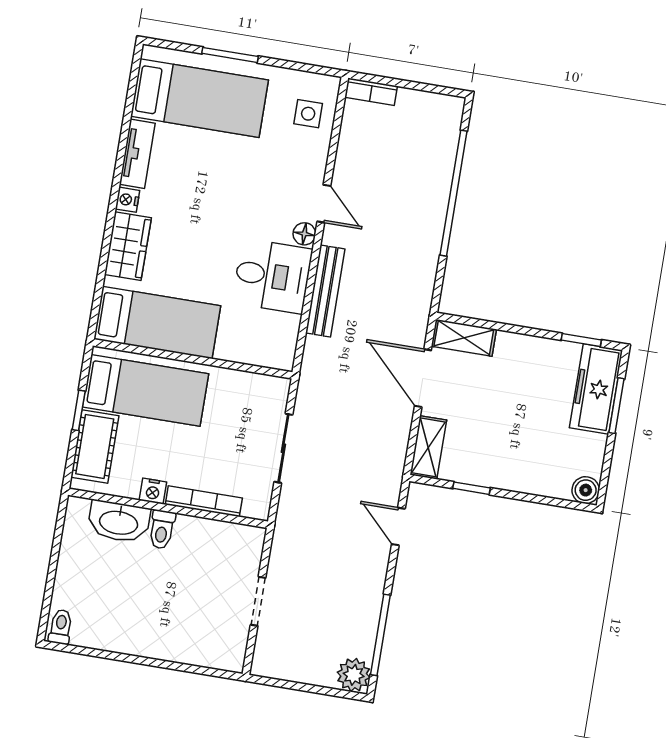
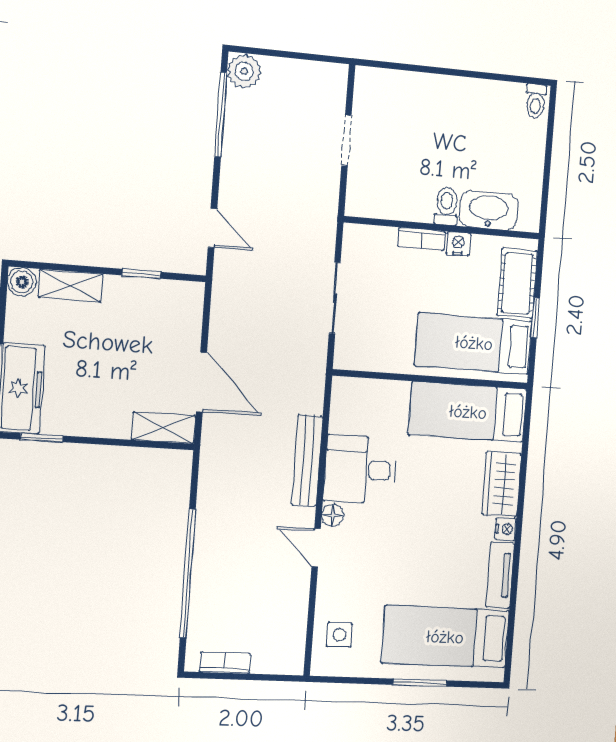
bookcase: (371, 92) -> (225, 663), moved
shelving: (428, 447) -> (70, 286), moved, turned 90
bookcase: (204, 501) -> (421, 239), width x0.64

